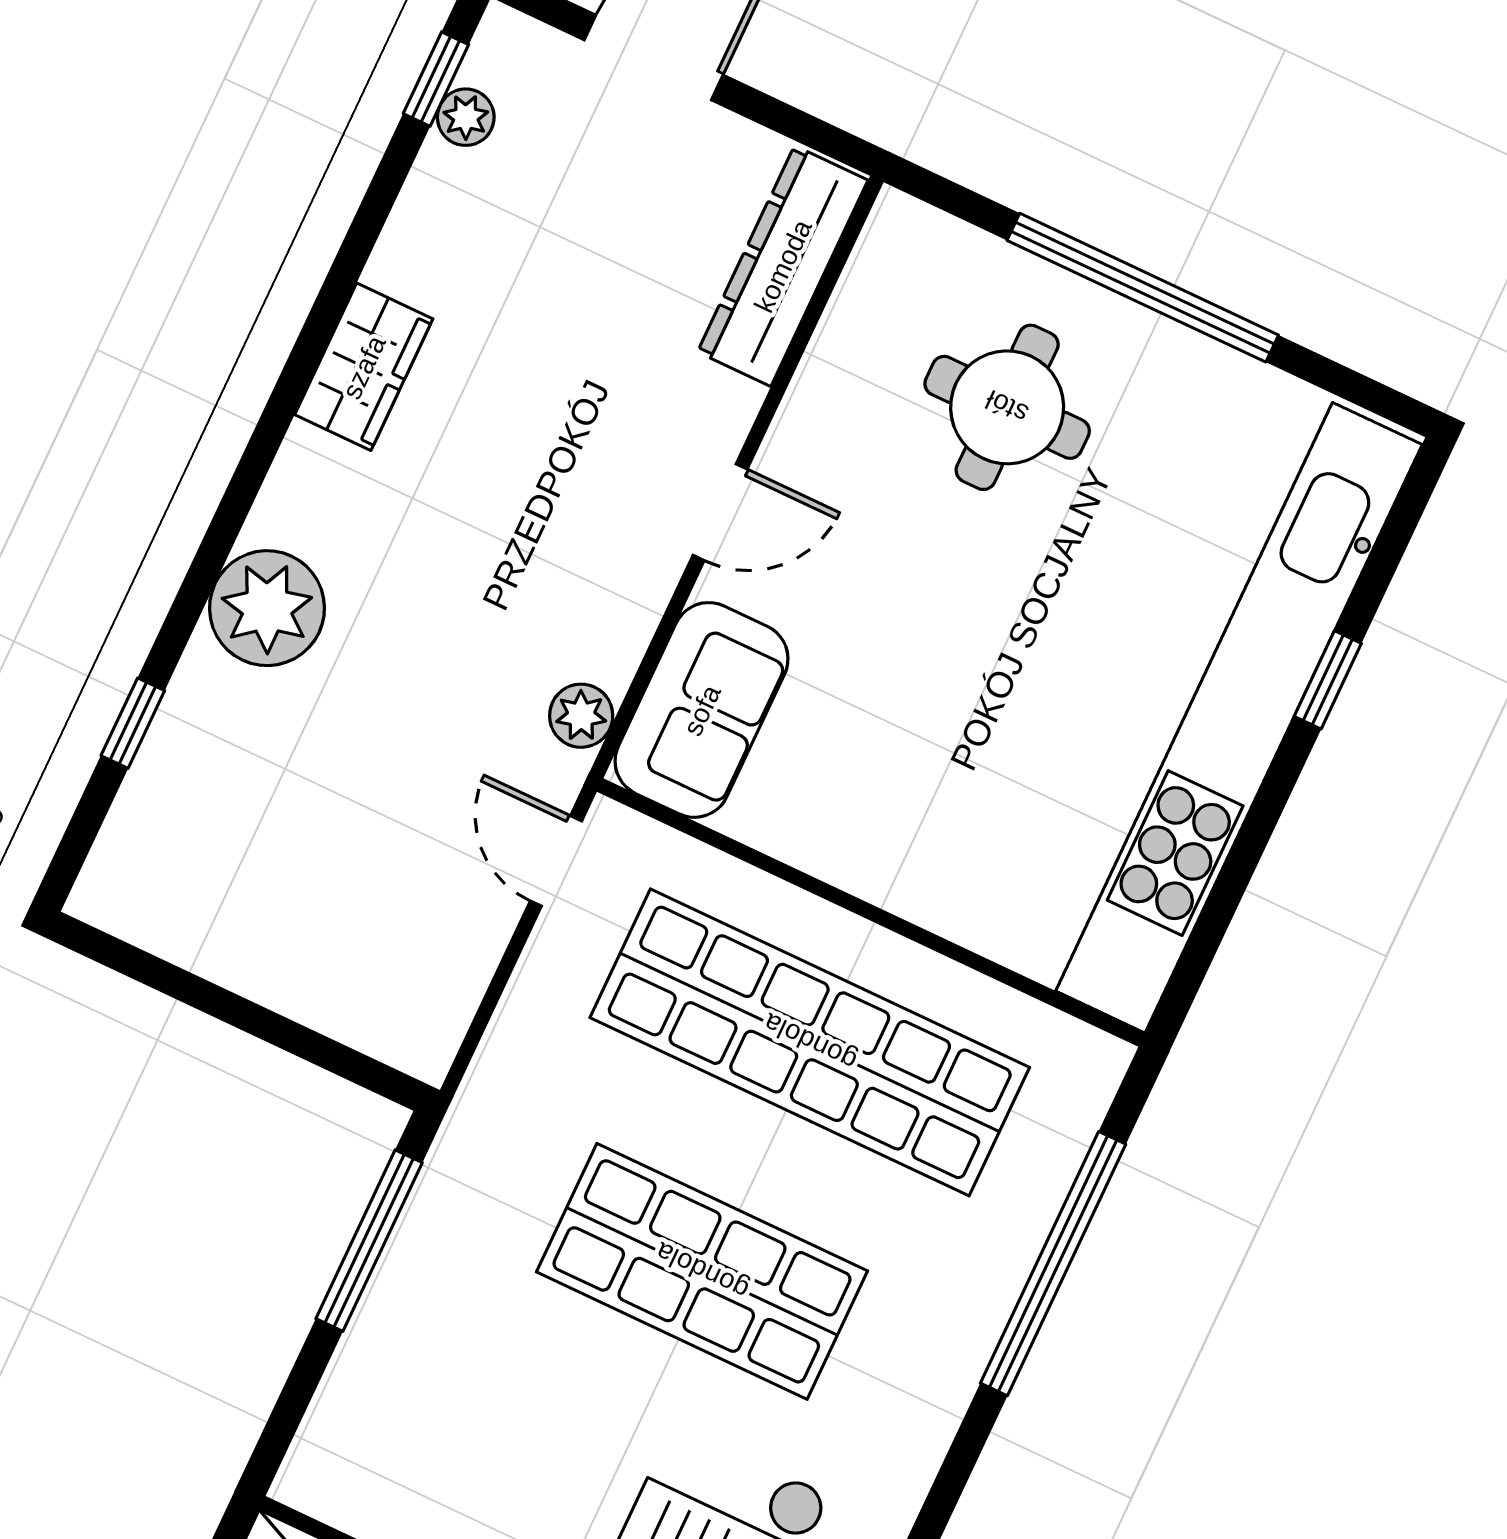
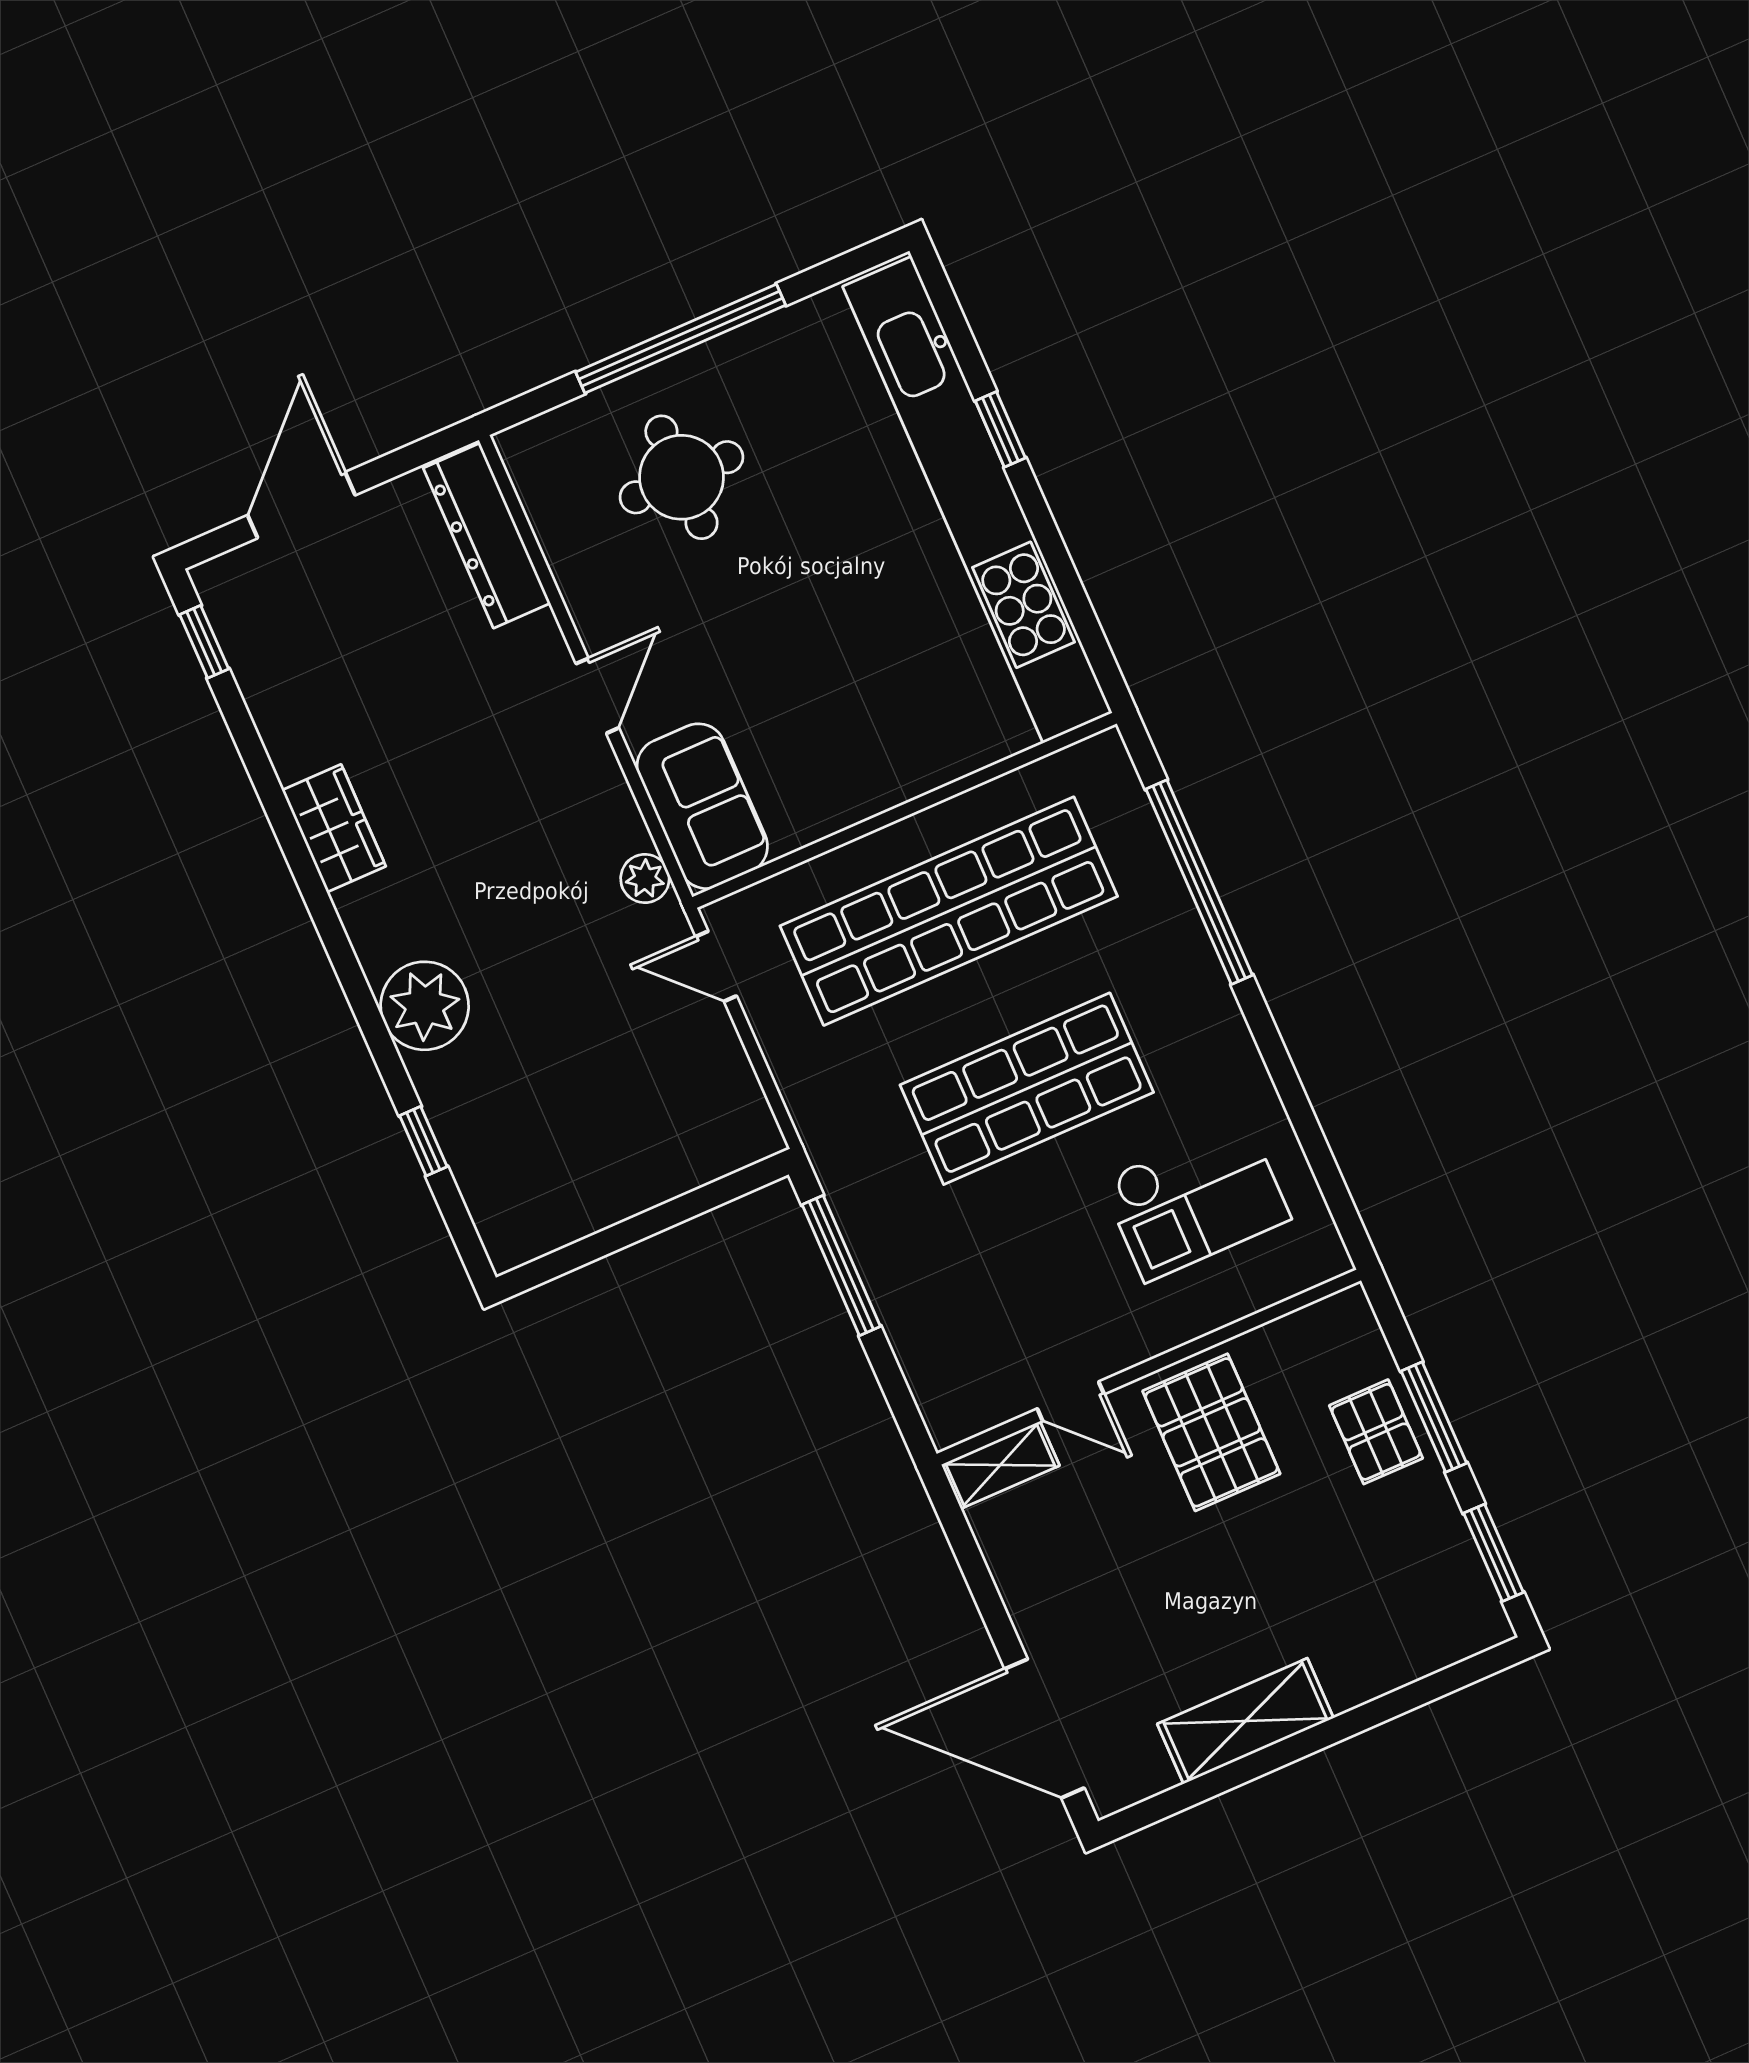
plant: (466, 117) -> (241, 644), removed

